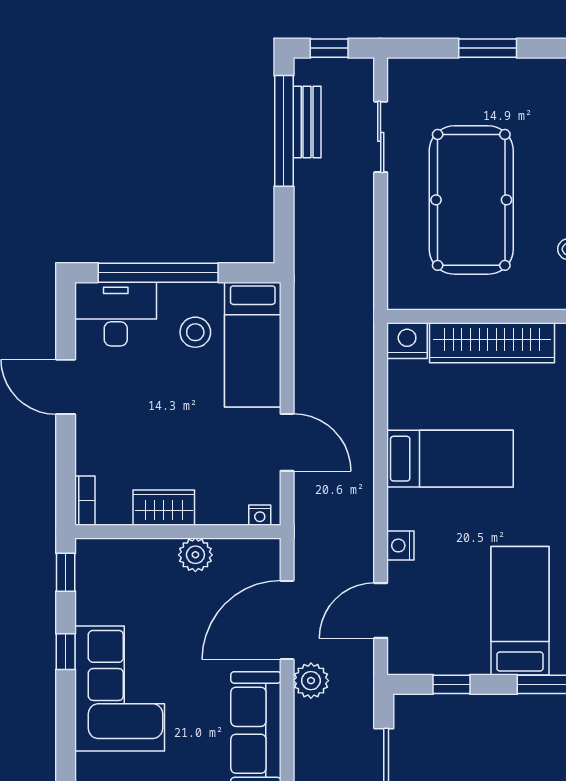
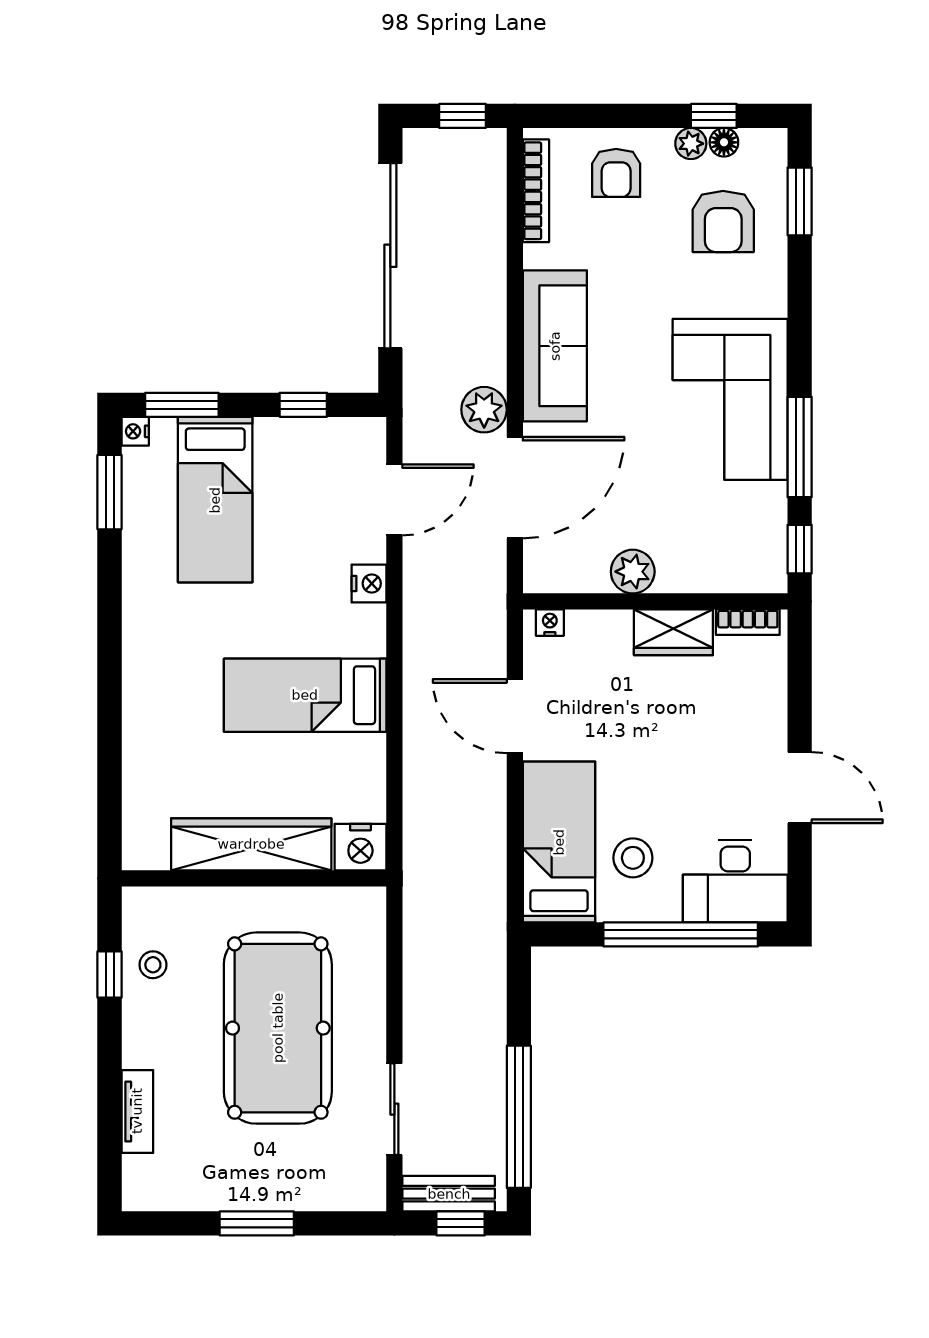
bench: (307, 122) -> (449, 1194), moved, turned 90
bookcase: (85, 501) -> (748, 622), moved, turned -90
window: (66, 652) -> (800, 447), width x2.17

